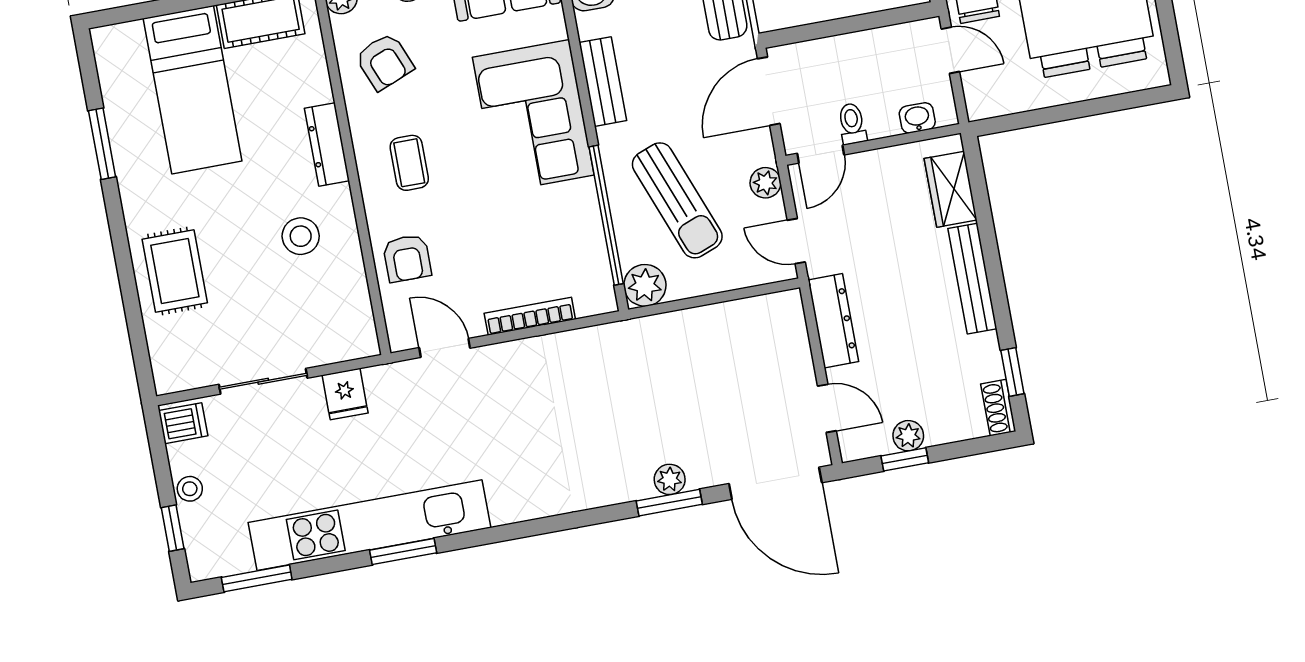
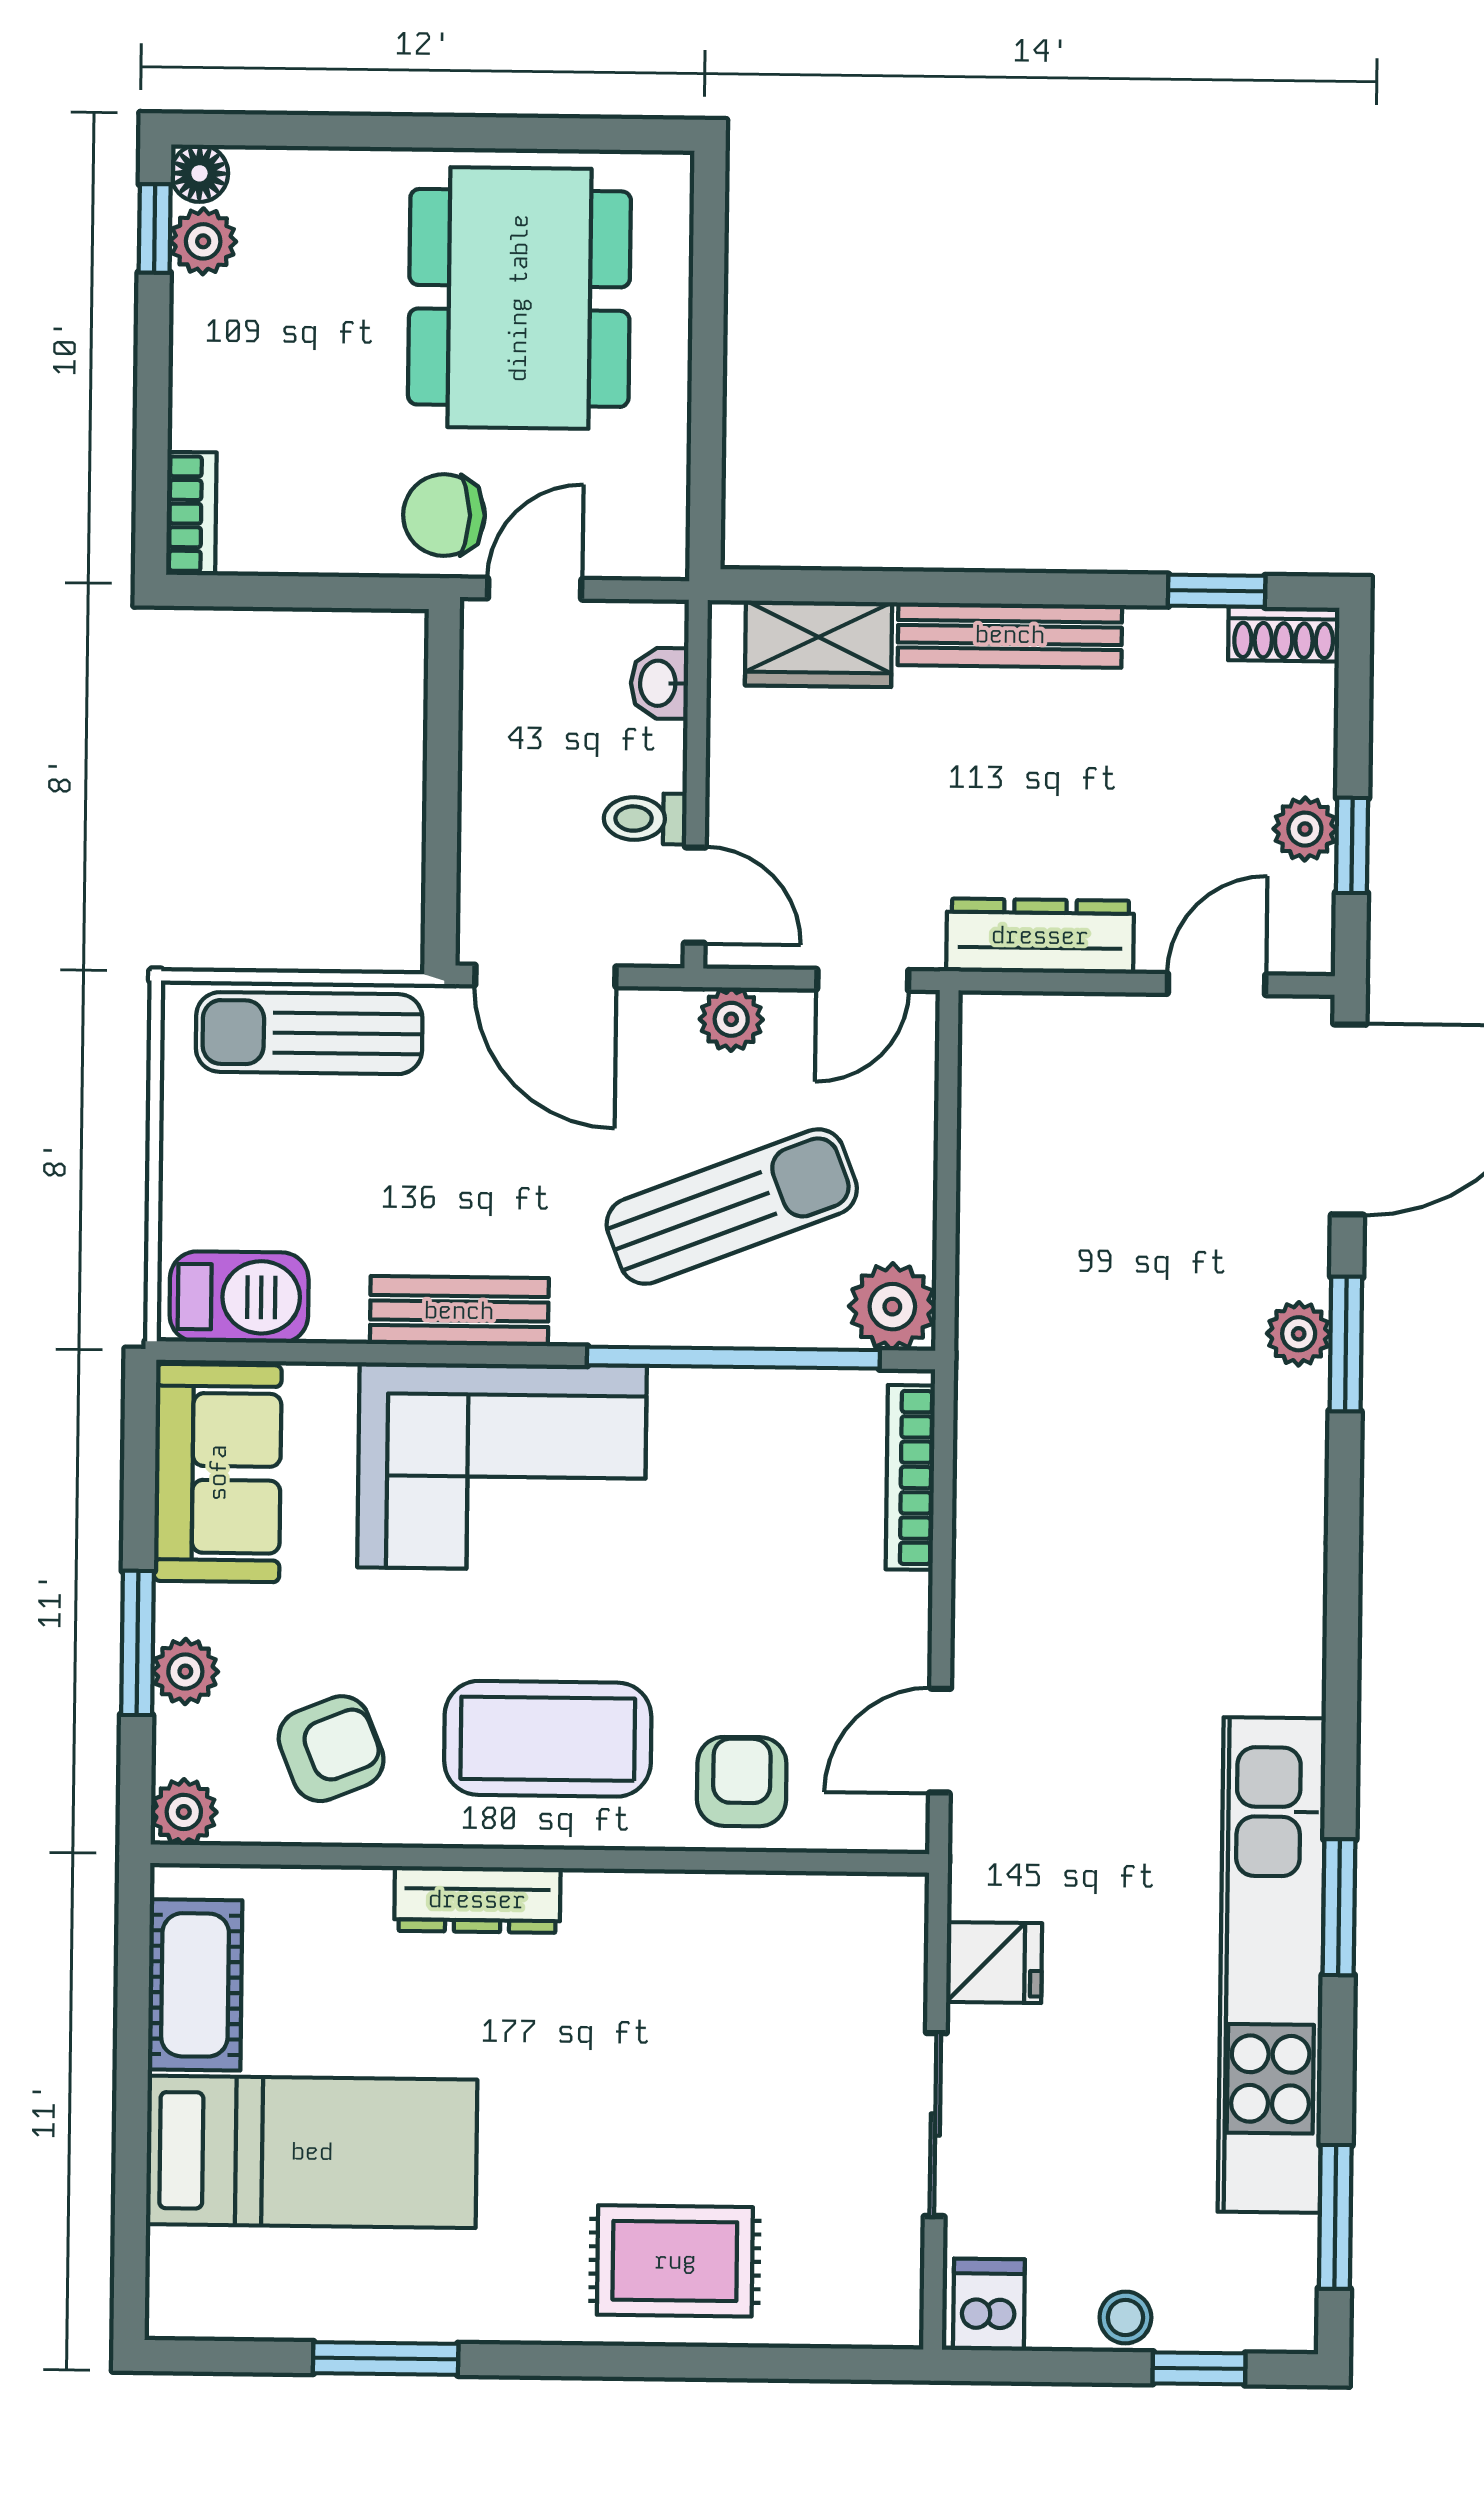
coffee table: (409, 163) -> (548, 1739), width x1.86, depth x1.72
stool: (301, 236) -> (654, 1990), removed
armchair: (407, 258) -> (742, 1782), turned -90
bookcase: (530, 316) -> (910, 1477), moved

